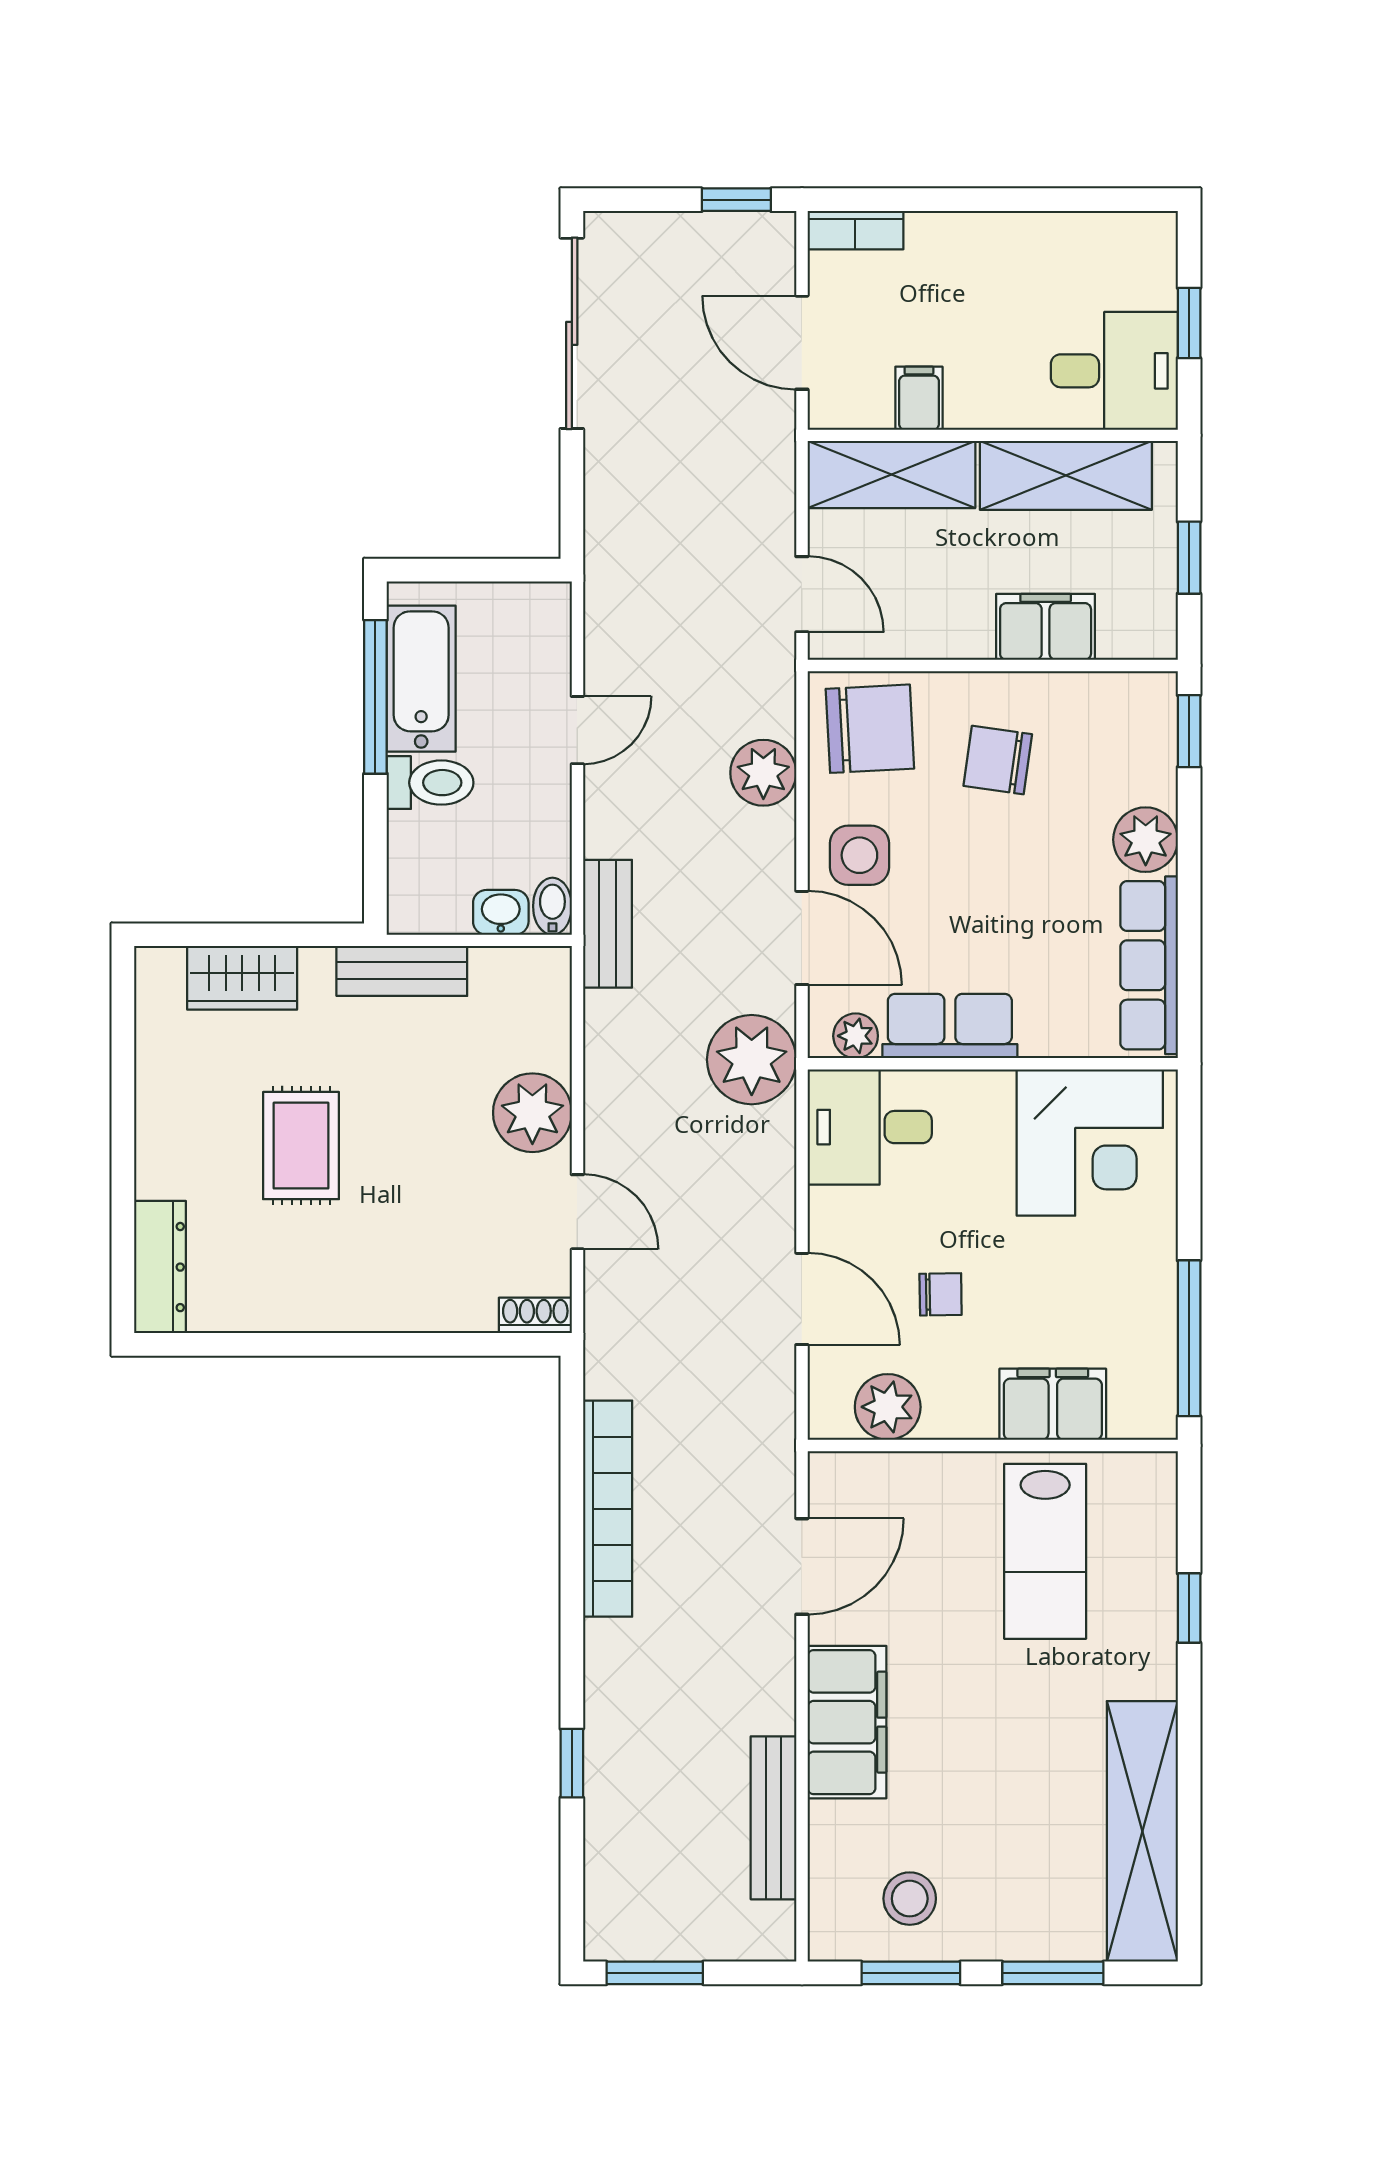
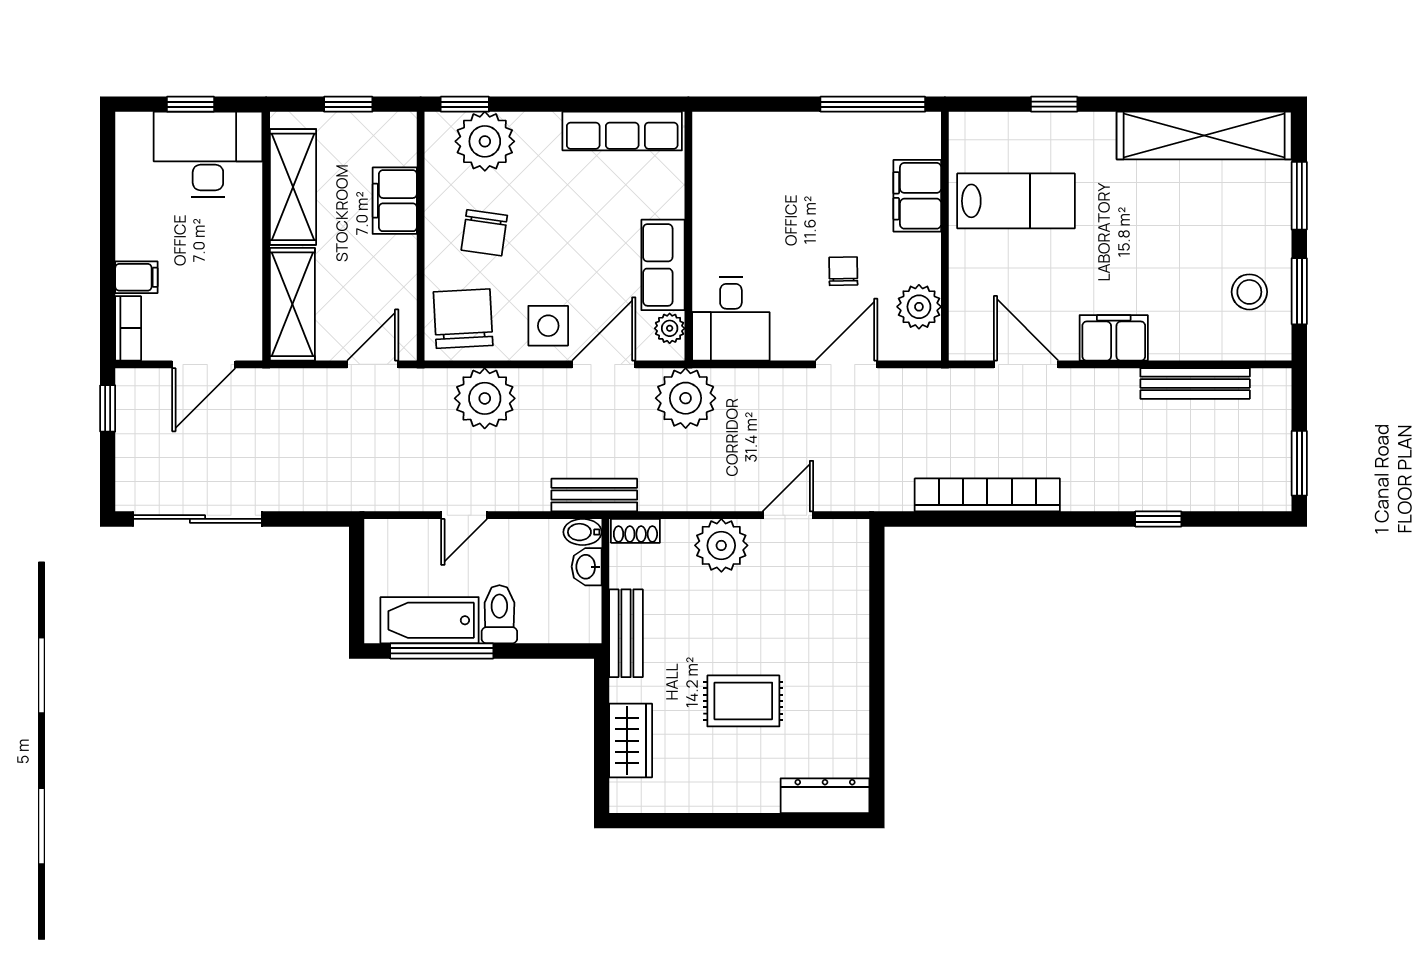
desk: (1114, 371) -> (208, 154), width x1.37
filing cabinet: (919, 398) -> (136, 277), moved, turned 180
door: (577, 730) -> (464, 515), swing flipped
plant: (763, 773) -> (485, 398), width x1.36, depth x1.36
plant: (1146, 840) -> (485, 141), moved, width x1.36, depth x1.36
corner desk: (1090, 1143) -> (741, 171), removed
shoe rack: (535, 1315) -> (635, 531), moved, turned -90
filing cabinet: (847, 1722) -> (1114, 338), width x0.67, depth x0.86

